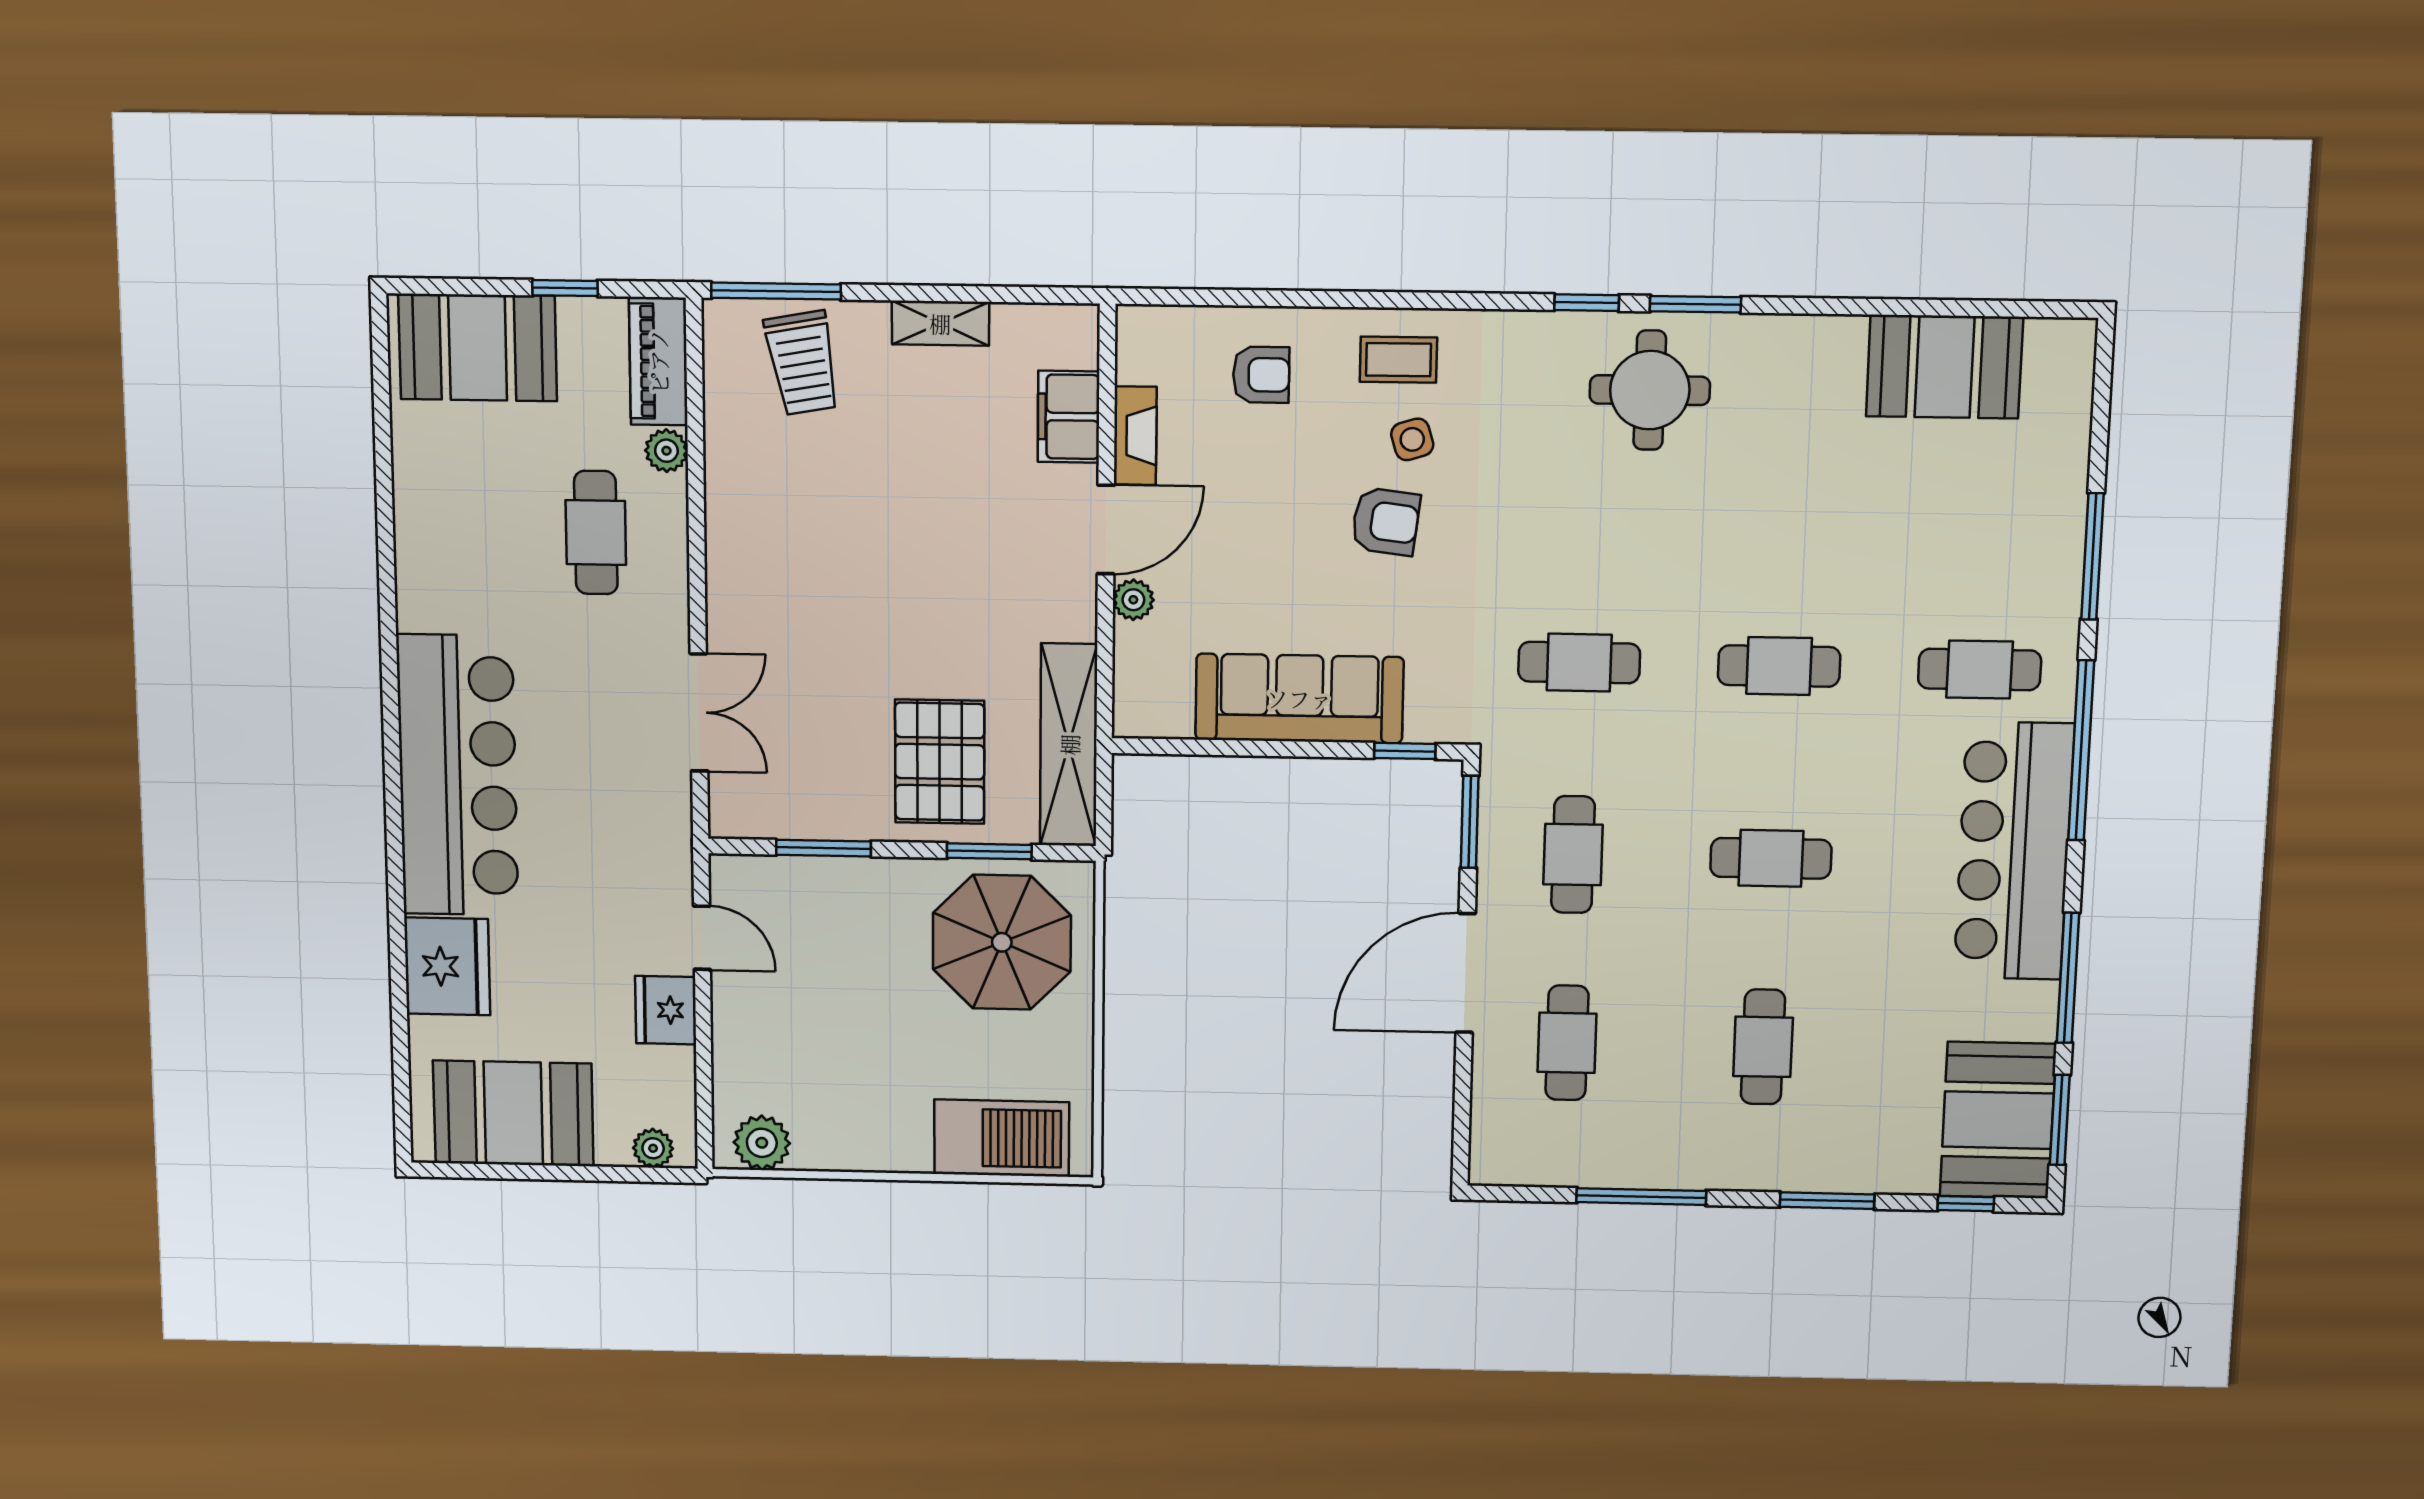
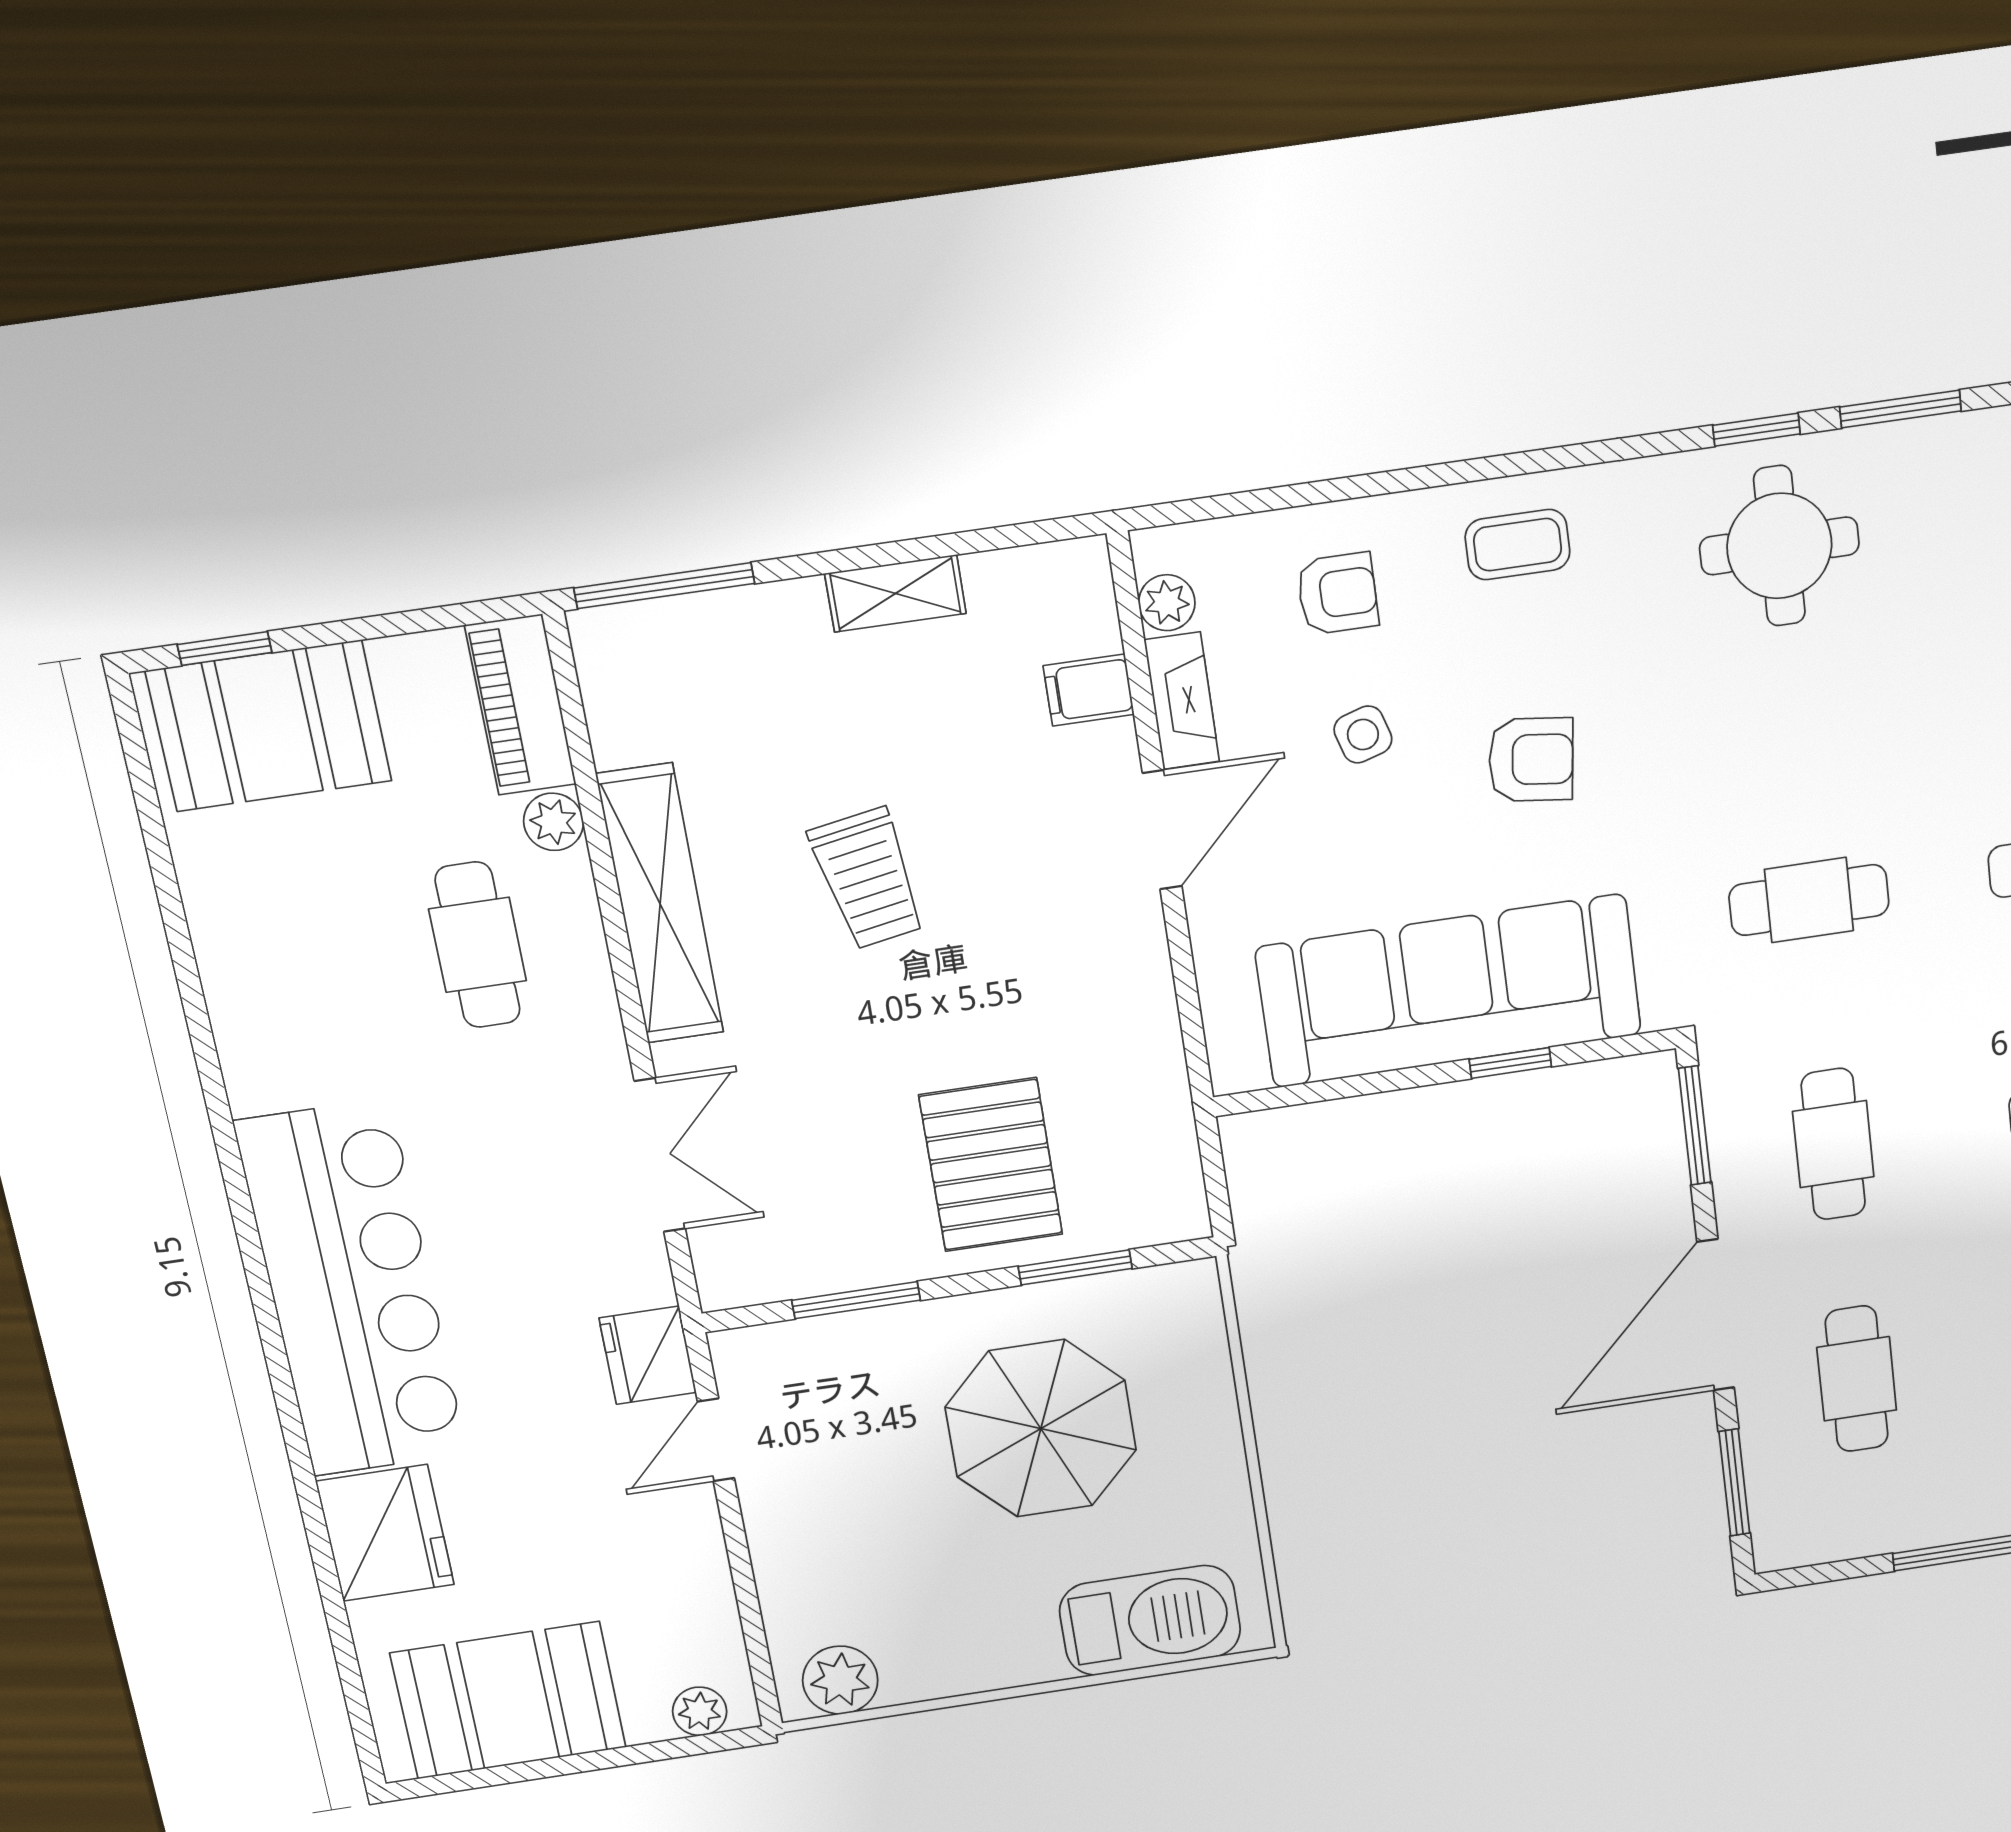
window: (565, 288) -> (225, 649), moved
trolley: (802, 363) -> (868, 879), moved
round table: (1650, 390) -> (1779, 546), moved
filing cabinet: (1069, 417) -> (1089, 690), width x0.50
side table: (1412, 439) -> (1363, 734), moved
plant: (1133, 600) -> (1167, 603), moved
sofa: (1299, 698) -> (1449, 991), width x1.36, depth x1.27
shelving: (1069, 745) -> (660, 904), moved
window: (1405, 751) -> (1510, 1063), moved
door: (702, 938) -> (716, 1440), swing flipped
parasol: (1002, 942) -> (1041, 1429), moved
fridge: (666, 1010) -> (648, 1355), moved
window: (1462, 1109) -> (1734, 1483), added

